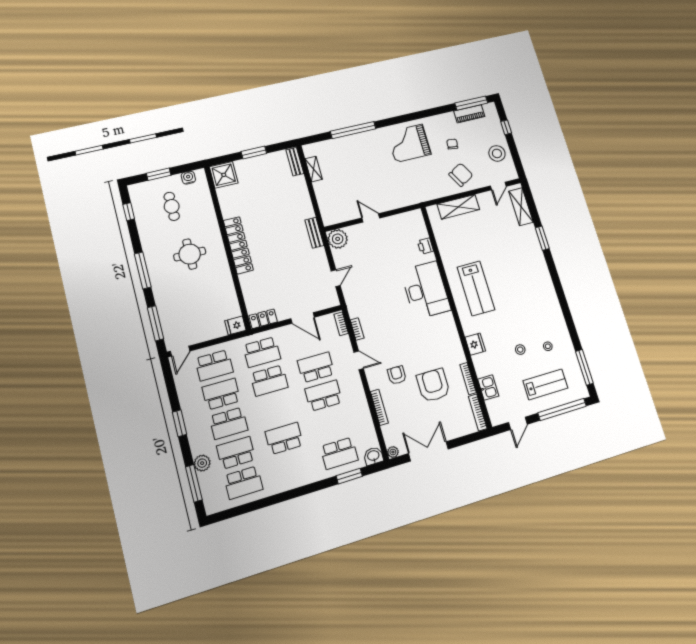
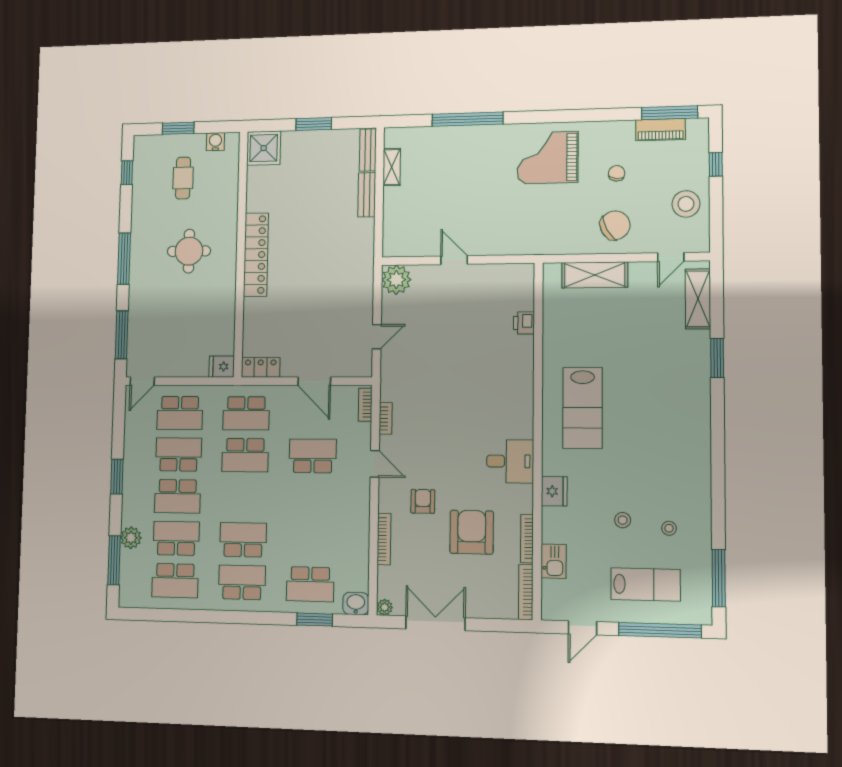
bench: (314, 233) -> (367, 195), moved
desk: (426, 290) -> (510, 461), moved, width x0.53, depth x0.77
school desk: (324, 396) -> (242, 582), moved

